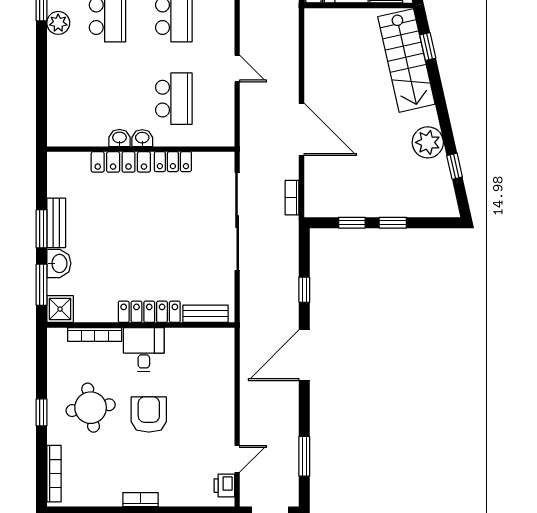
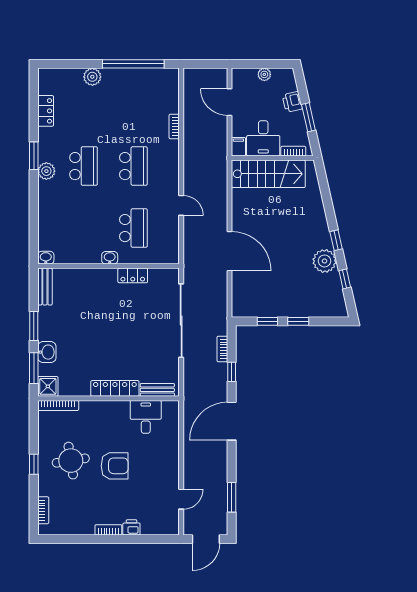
window: (428, 46) -> (336, 240), moved
stairs: (406, 60) -> (268, 174), moved, turned -77
washbasin: (119, 138) -> (46, 258), moved
locker: (121, 162) -> (94, 276), removed
bookcase: (292, 198) -> (222, 349), moved
bench: (56, 223) -> (45, 287), moved
bookcase: (95, 334) -> (58, 405), moved
desk: (144, 349) -> (146, 417), moved
armchair: (149, 415) -> (115, 466), turned 90
bookcase: (54, 474) -> (43, 510), width x0.64
printer: (224, 486) -> (131, 527), moved, turned 90

